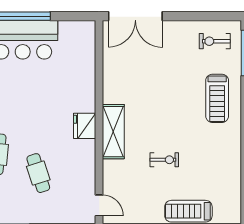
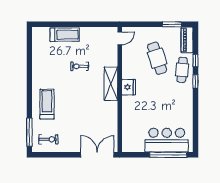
cafe table: (38, 173) -> (157, 58), width x1.37, depth x1.35
door: (99, 205) -> (120, 38), swing flipped

